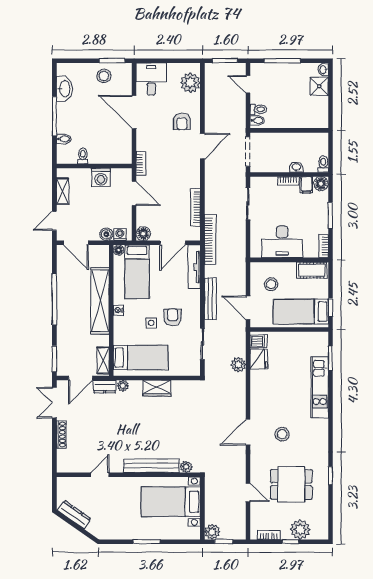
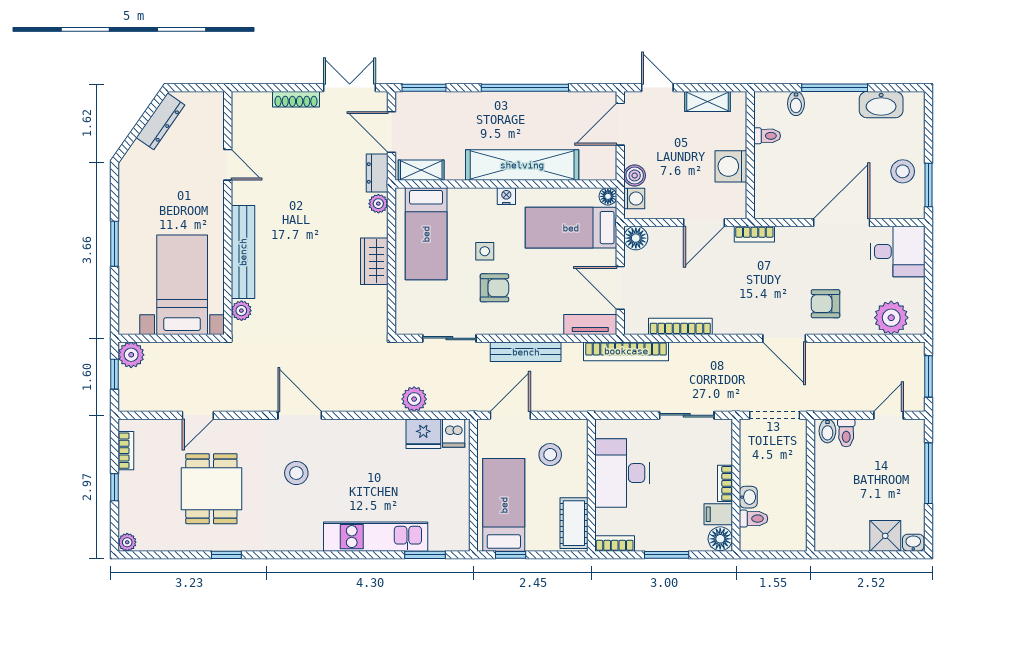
toilet: (323, 164) -> (754, 519), moved
tv unit: (194, 267) -> (590, 324), width x0.71
plant: (300, 530) -> (127, 542), moved, width x0.53, depth x0.53

